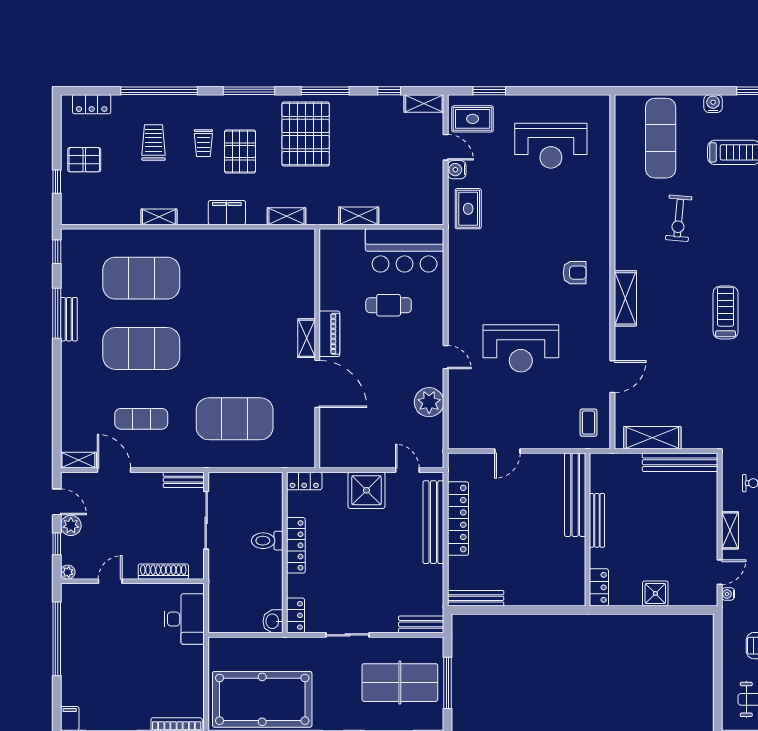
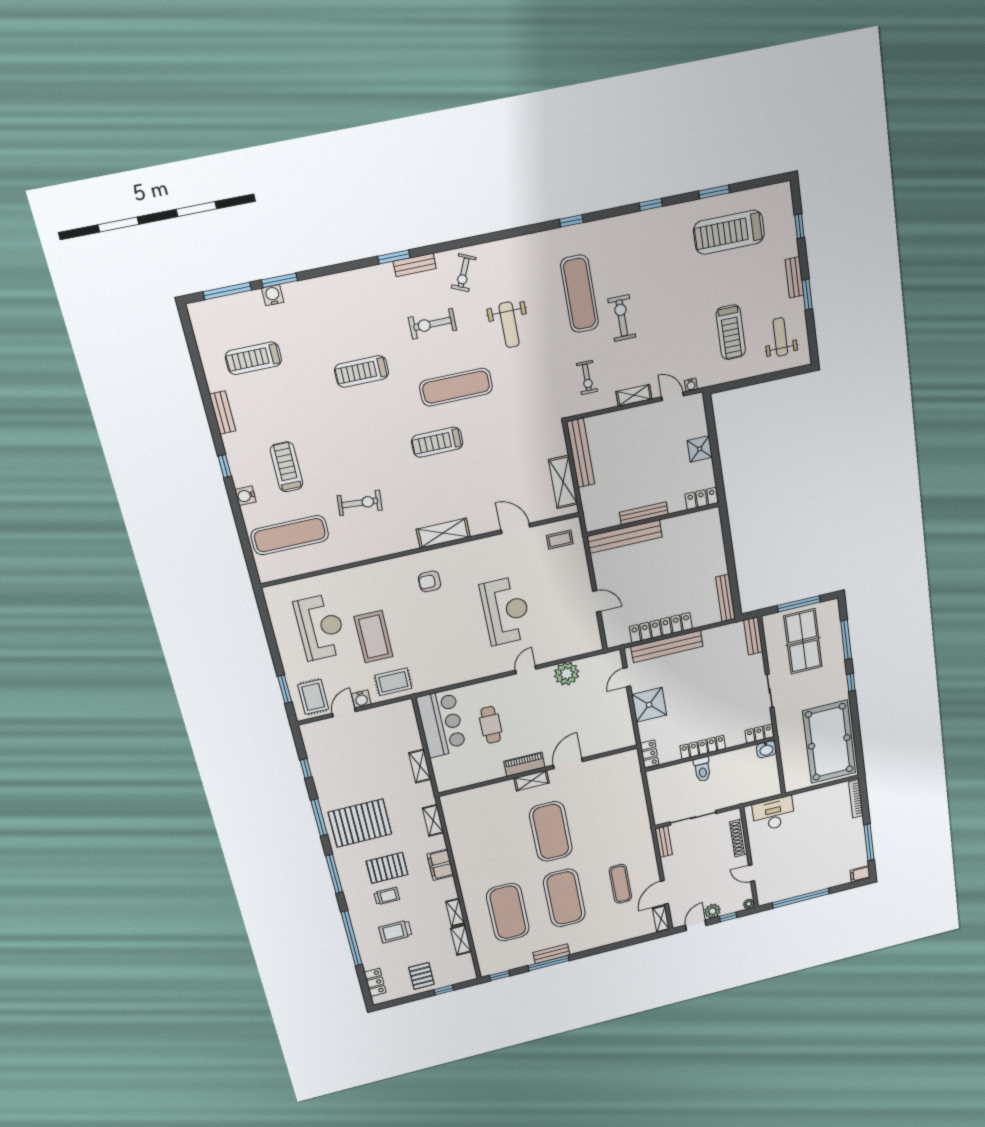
shelving: (424, 104) -> (461, 940), moved
coffee table: (526, 199) -> (373, 637), added
armchair: (575, 273) -> (430, 581), turned -90
door: (317, 384) -> (568, 763), width x0.73
exercise mat: (235, 419) -> (551, 831), moved

